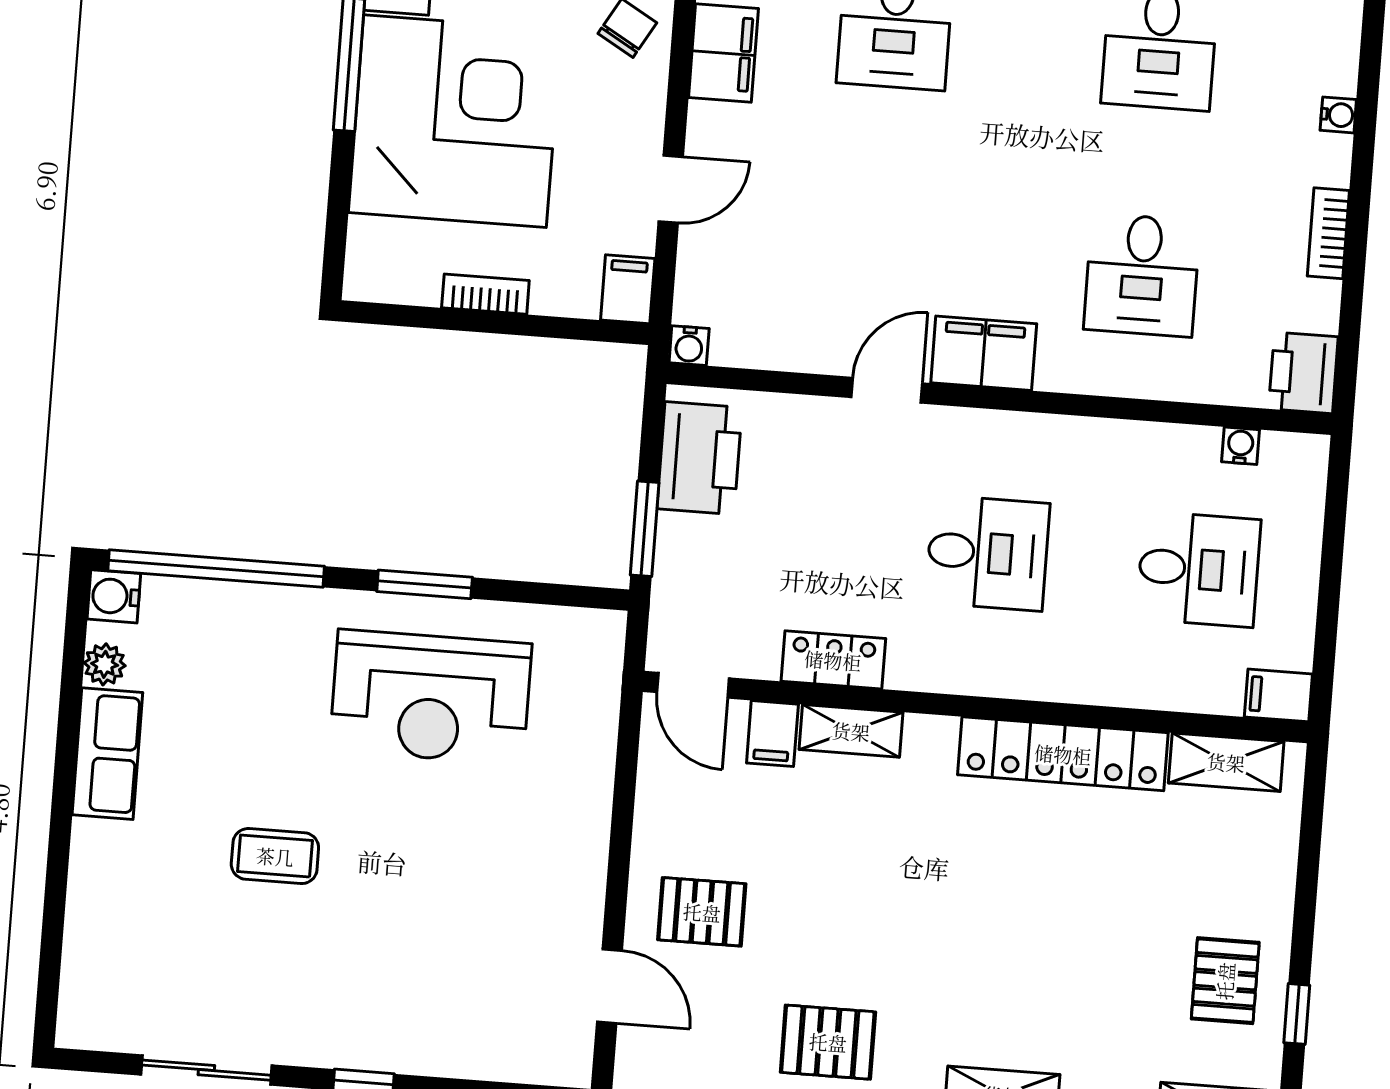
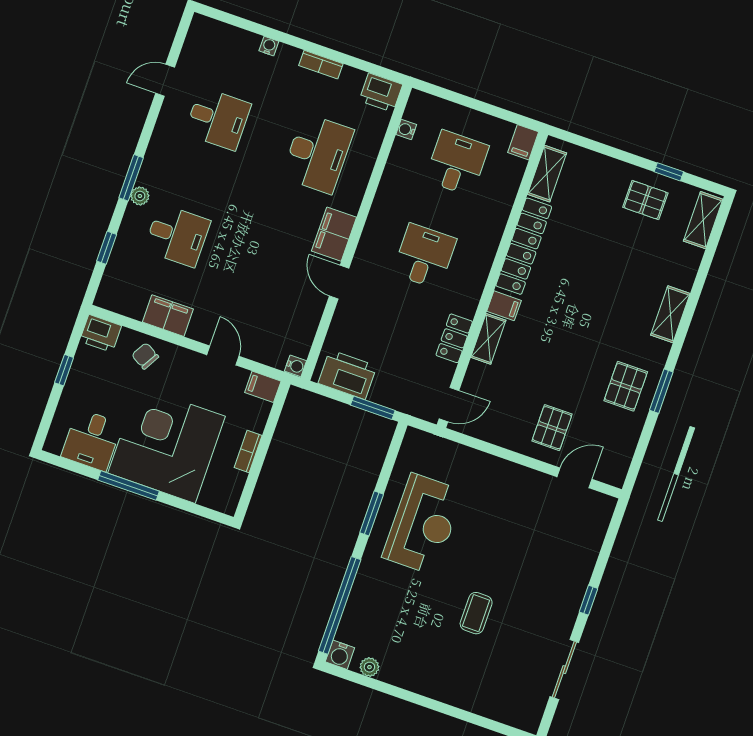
desk: (1142, 275) -> (318, 154), width x1.37
filing cabinet: (772, 734) -> (504, 306), moved
row of seats: (107, 754) -> (410, 676), removed

